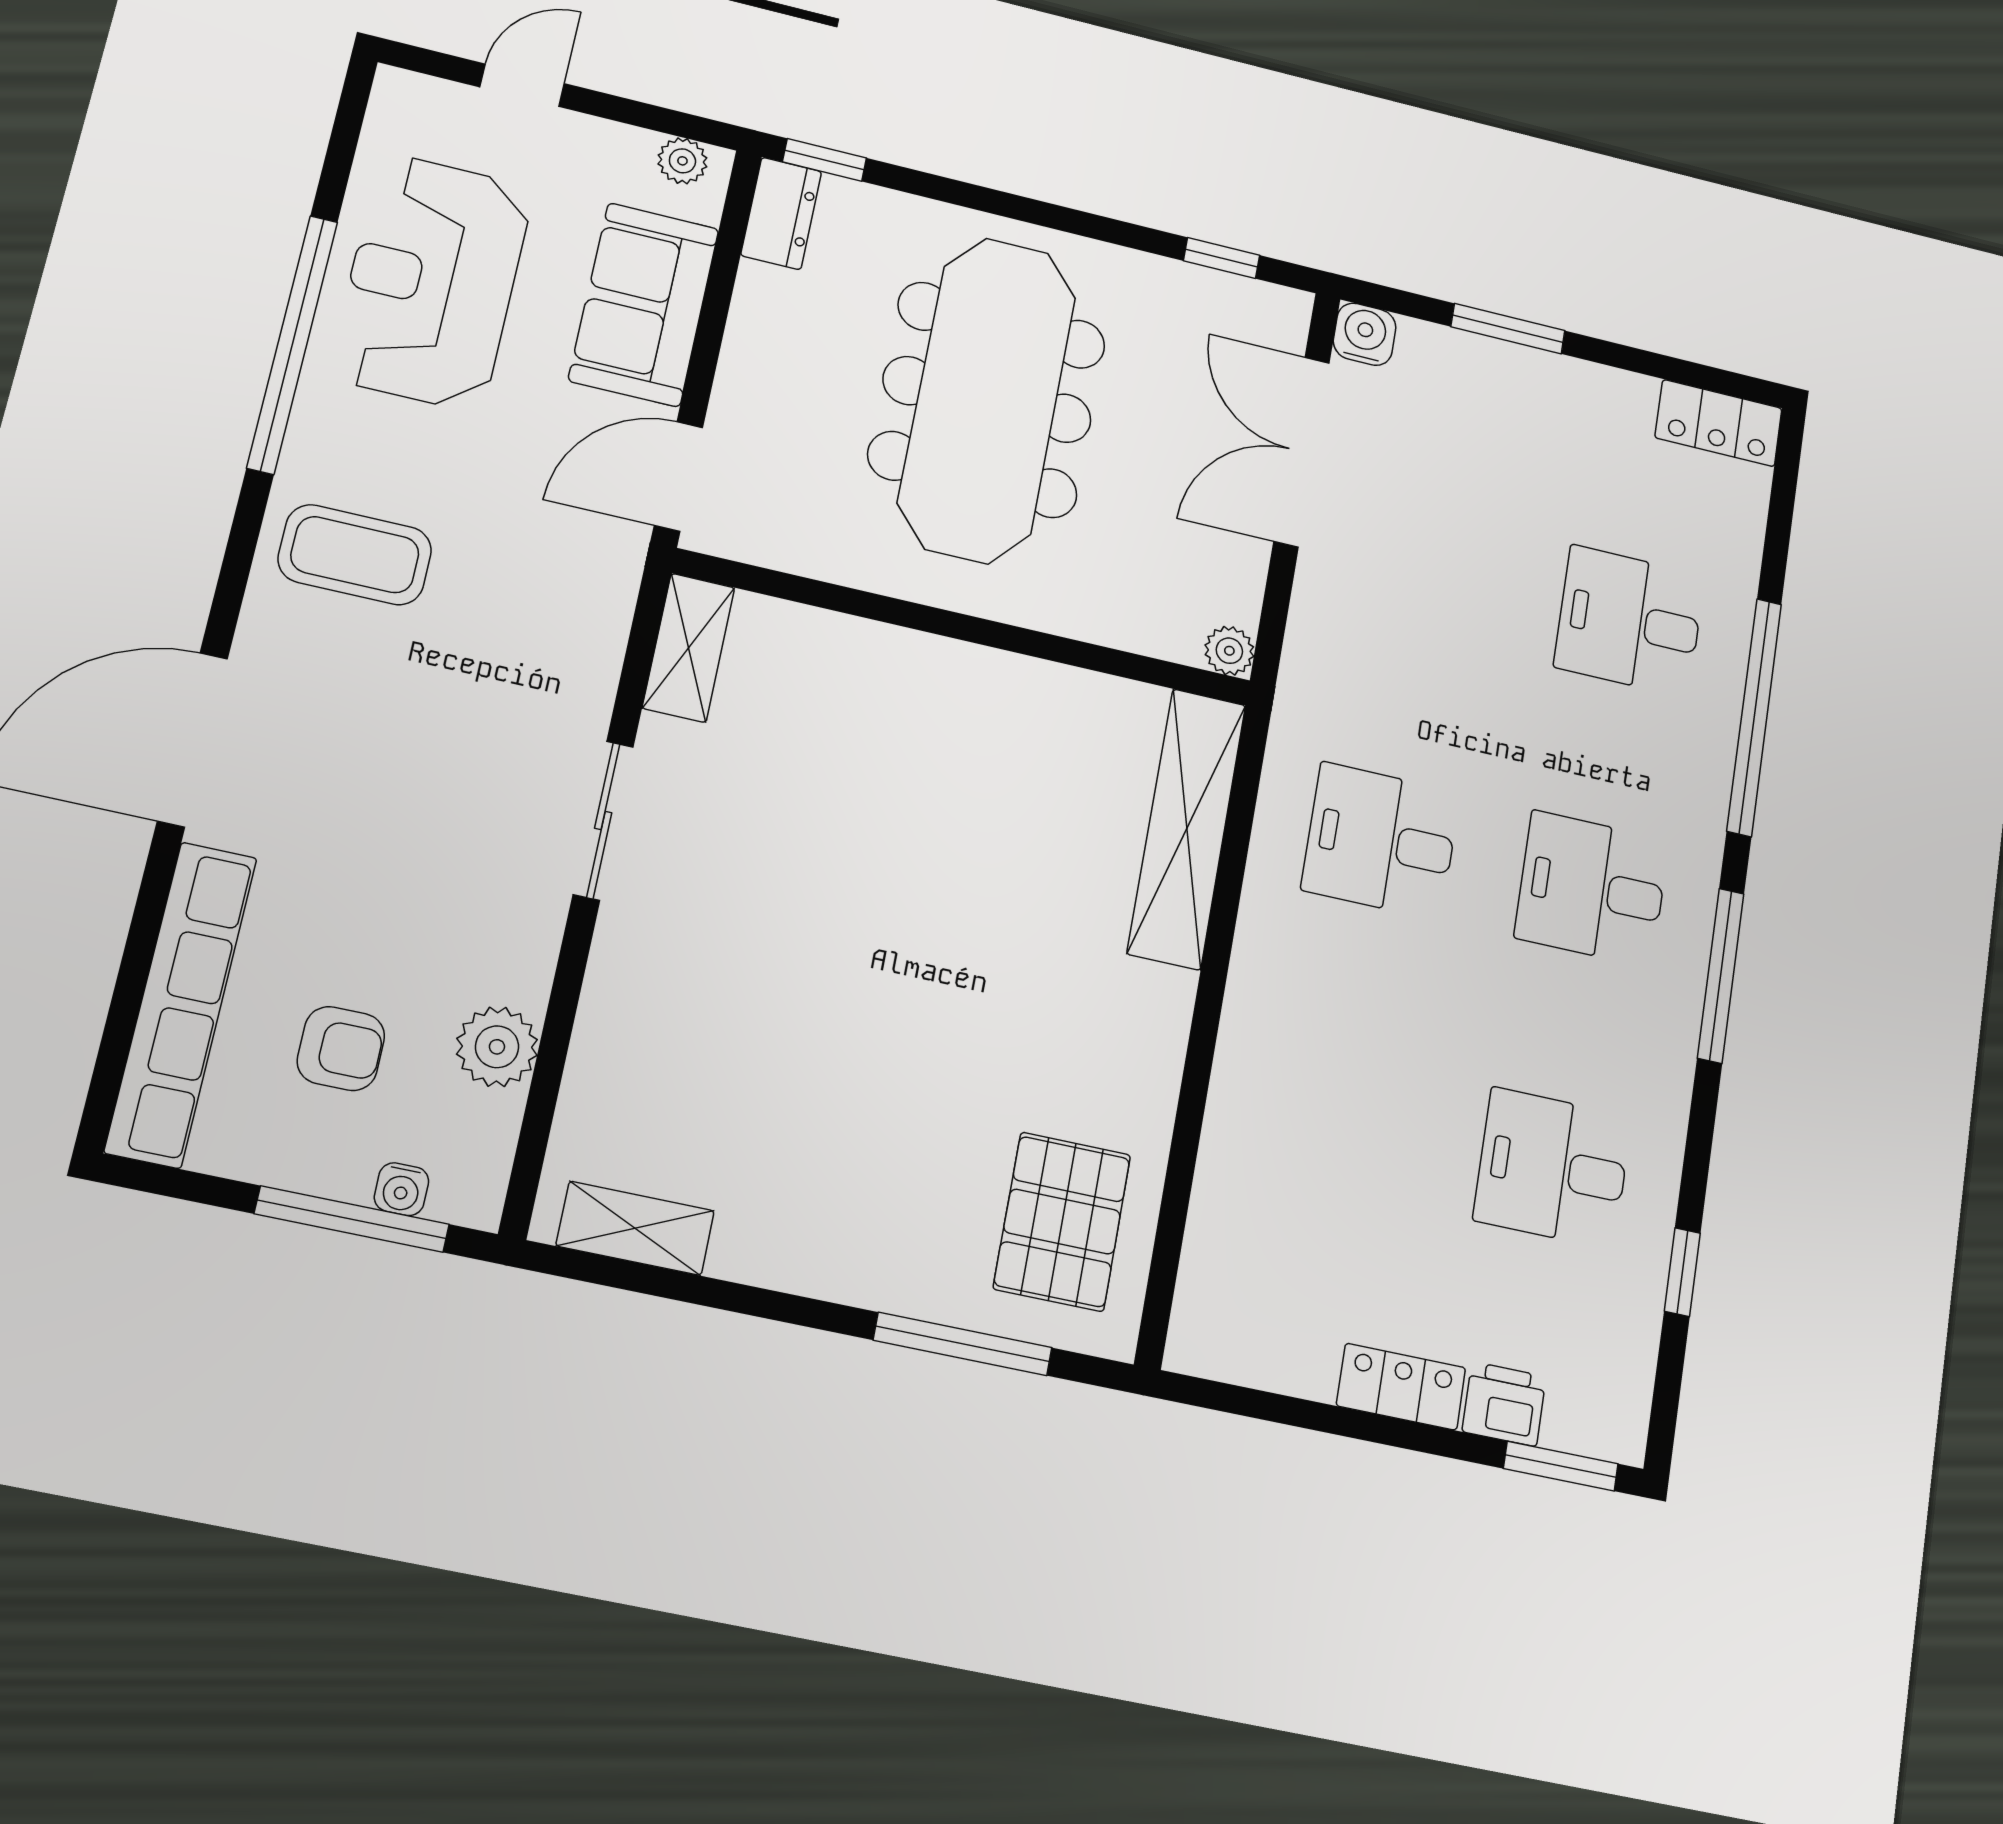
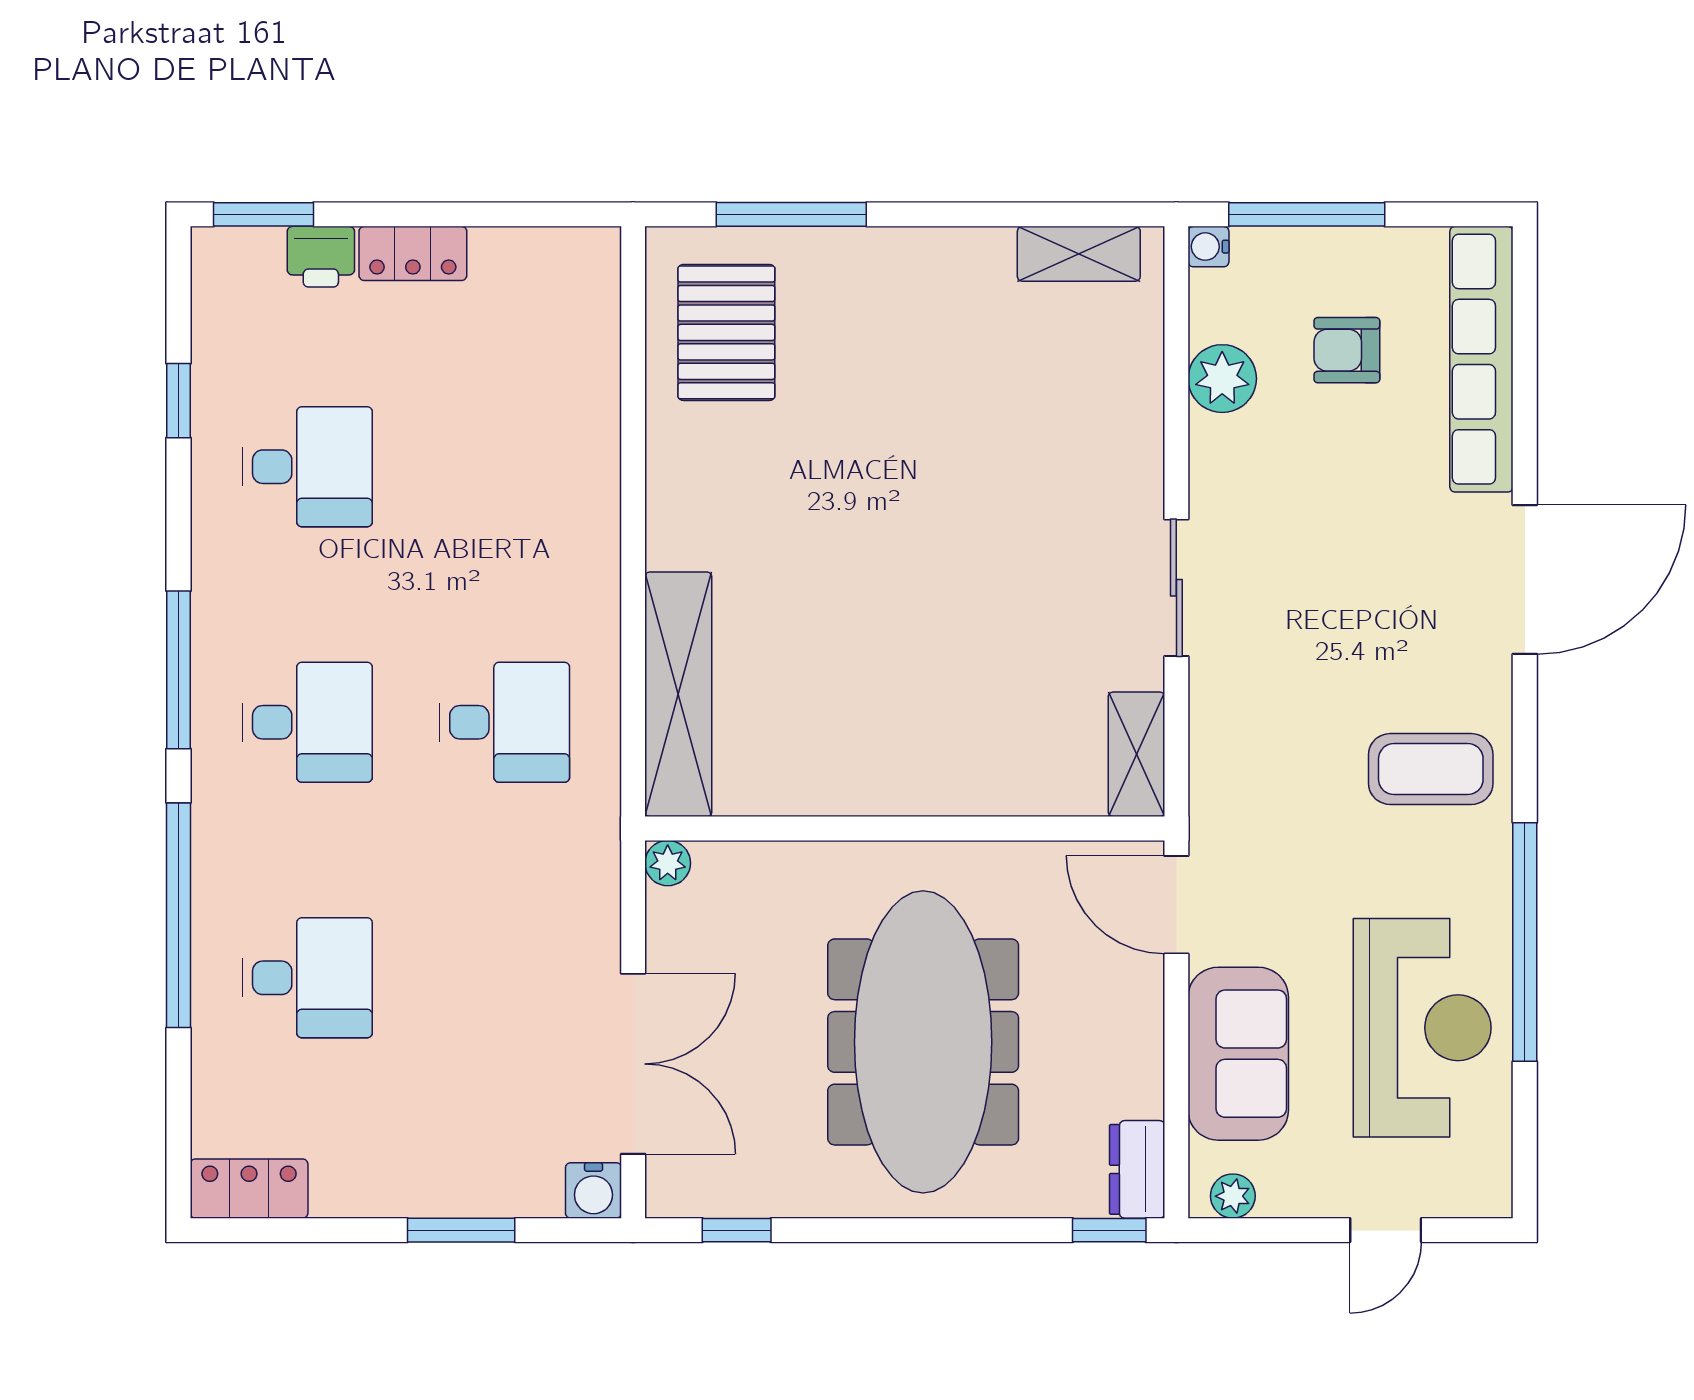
door: (678, 476) -> (1176, 905), swing flipped
water cooler: (401, 1189) -> (1209, 247), moved, turned -90

